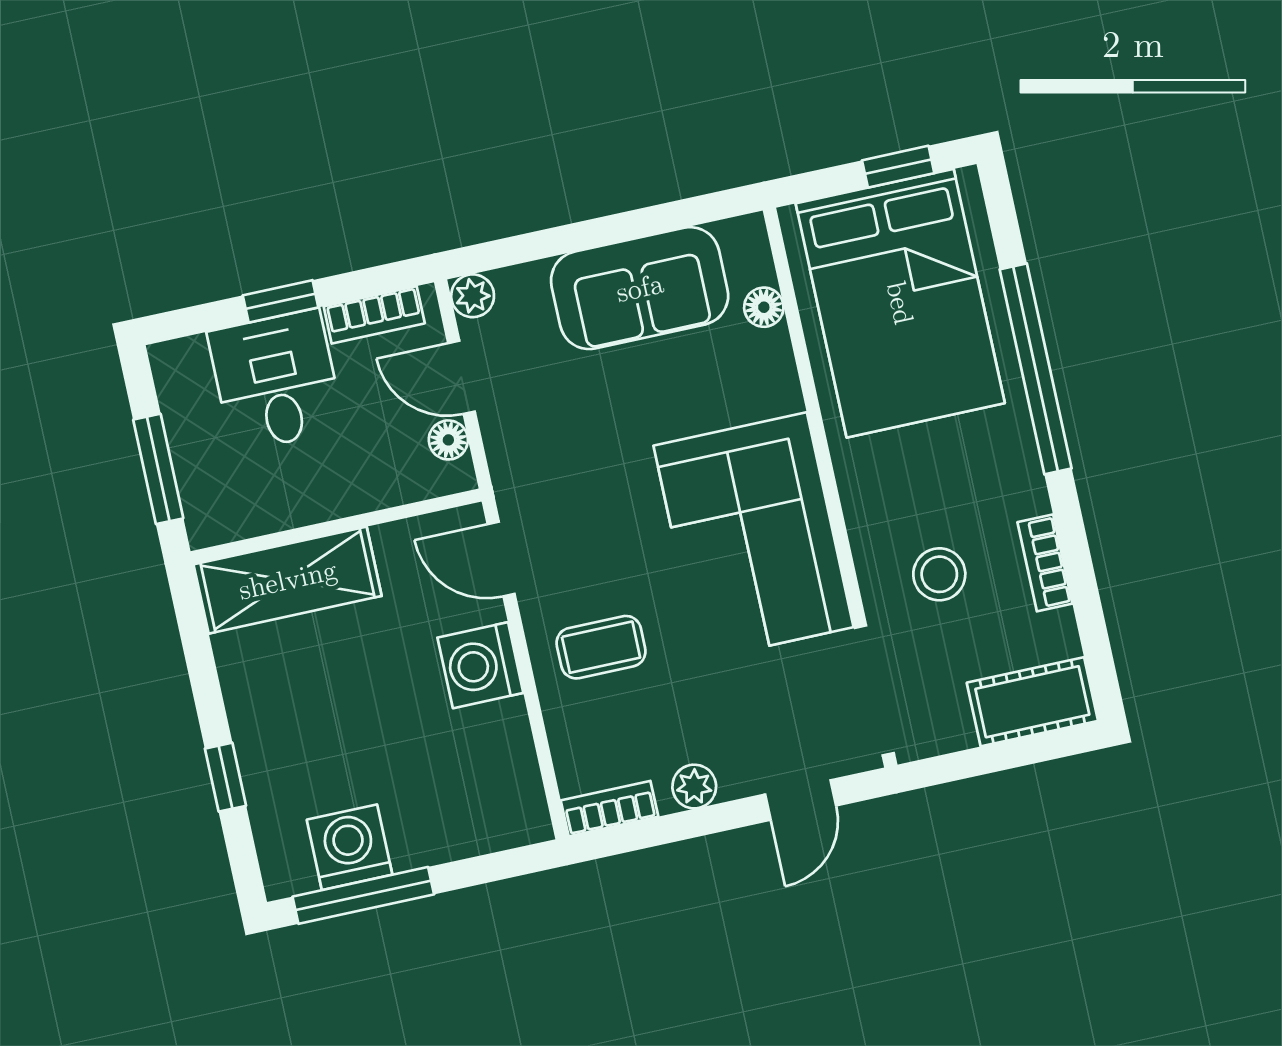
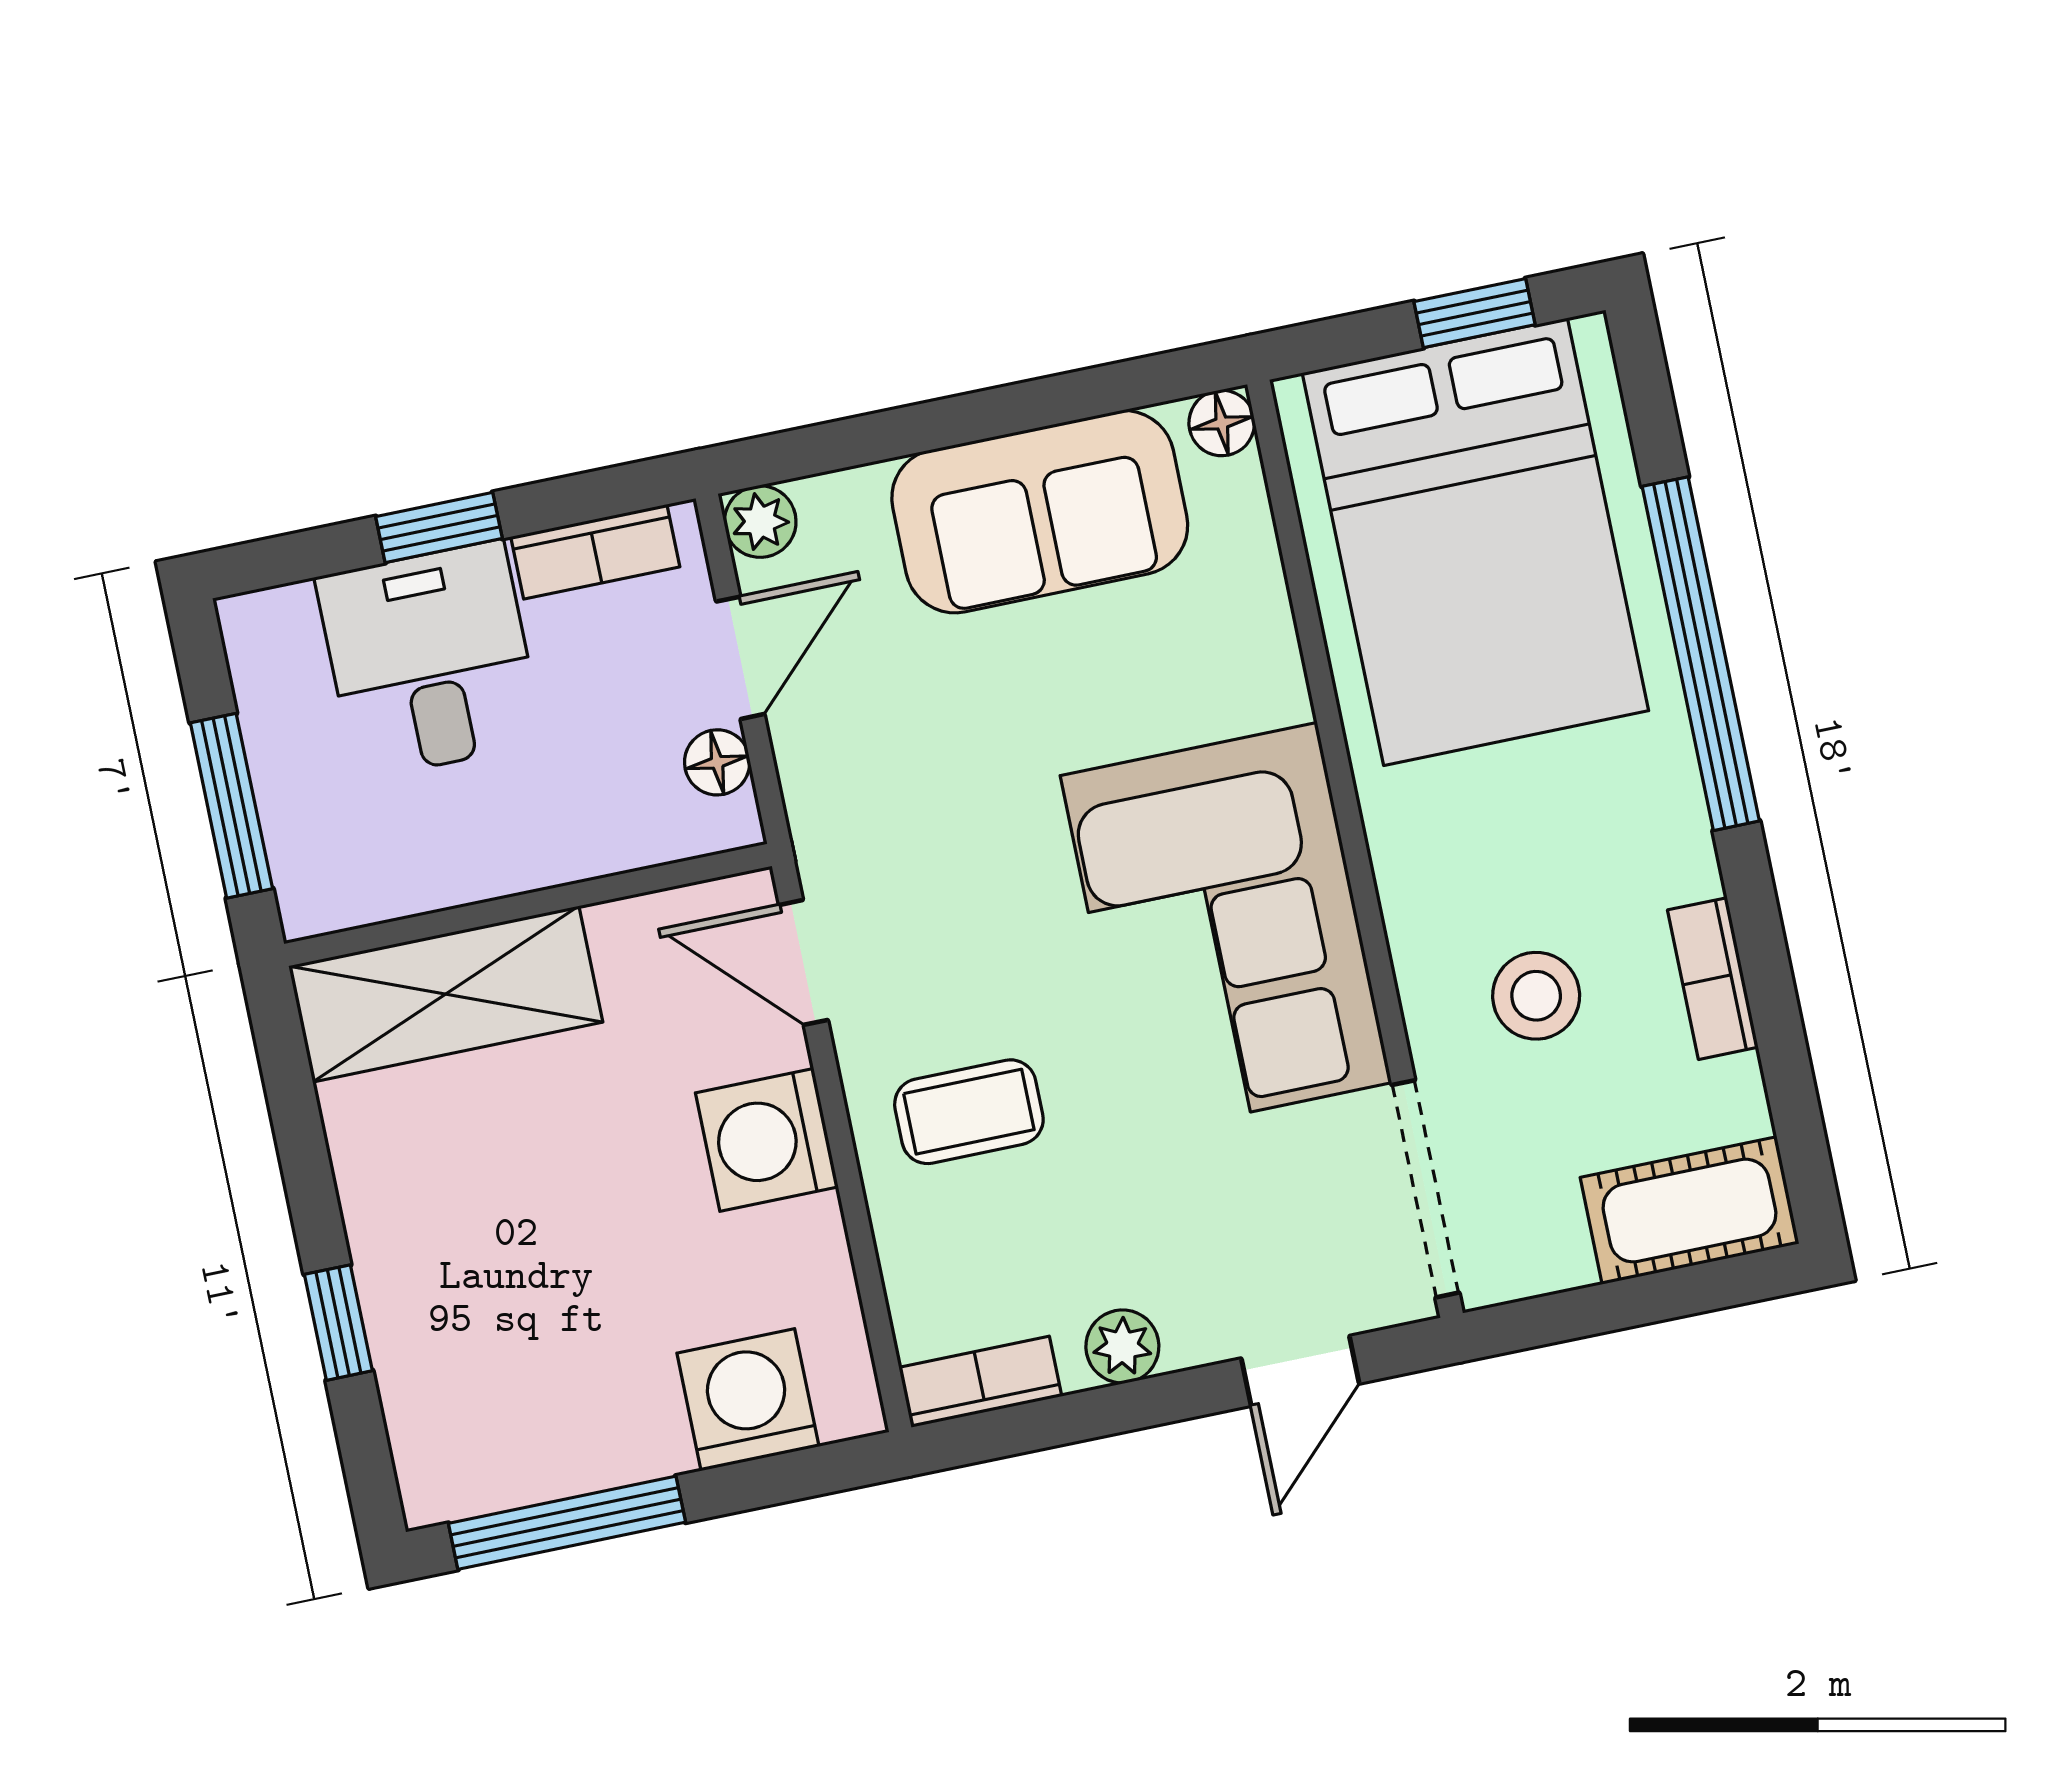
floor lamp: (764, 307) -> (1222, 423), moved
door: (462, 377) -> (740, 658), swing flipped
washing machine: (350, 847) -> (748, 1400), moved

